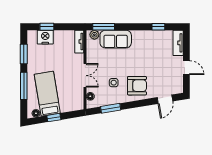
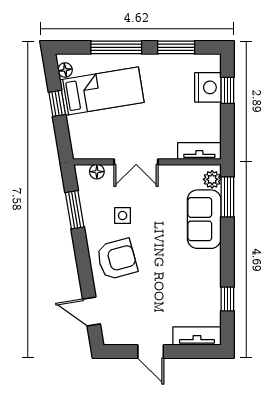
door: (186, 68) -> (151, 352), hinge flipped
armchair: (137, 86) -> (117, 259), turned -105

